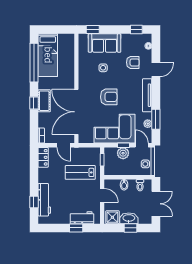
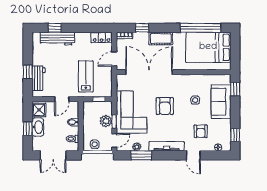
bed: (48, 55) -> (208, 47), width x1.50
window: (34, 103) -> (142, 28), moved

